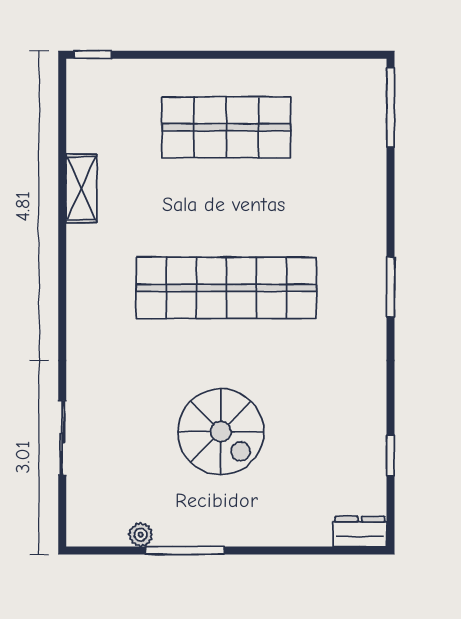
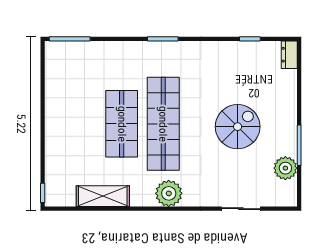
shop shelf: (226, 127) -> (122, 124), moved
shelving: (81, 188) -> (103, 196), width x1.50, depth x1.33
plant: (92, 299) -> (169, 193), added
plant: (141, 535) -> (285, 168), width x1.87, depth x1.87

